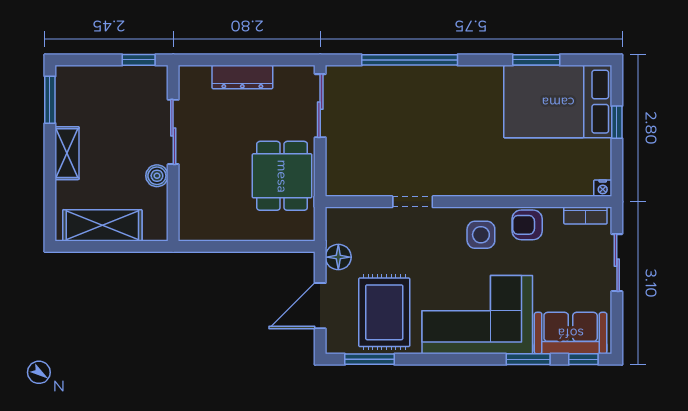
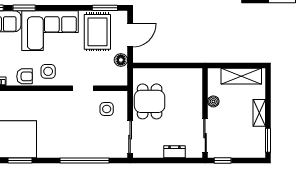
dresser: (242, 77) -> (174, 152), width x0.70
sliding door: (173, 132) -> (205, 136), moved
side table: (366, 161) -> (107, 109), added

